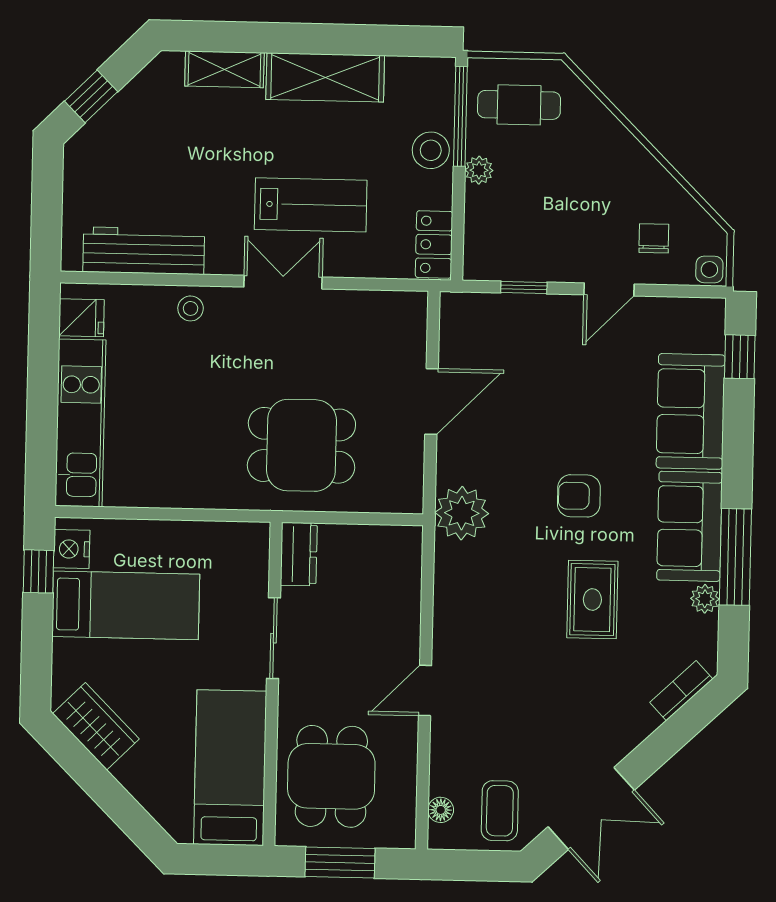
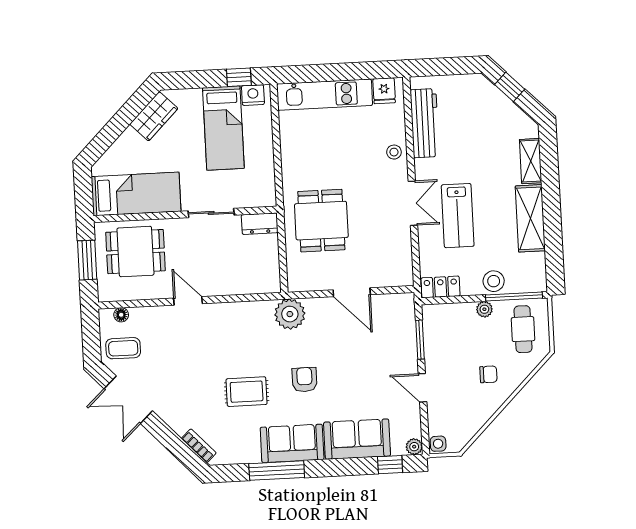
chair: (654, 238) -> (488, 374), moved
window: (524, 288) -> (420, 340), width x1.50
plant: (705, 599) -> (414, 447), moved

